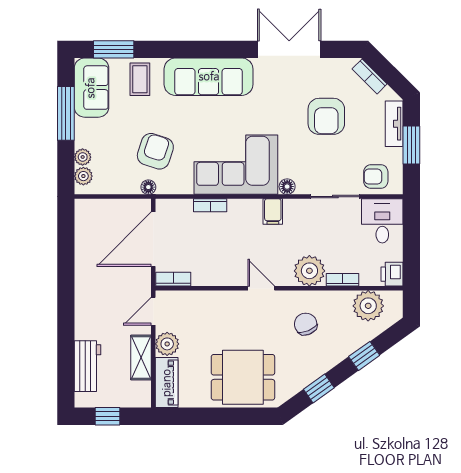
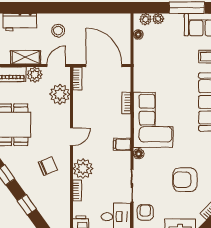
armchair: (155, 151) -> (162, 67), removed
floor lamp: (148, 187) -> (138, 34), moved
plant: (368, 306) -> (60, 94), moved
stool: (101, 308) -> (58, 31), added
door: (153, 311) -> (56, 65), hinge flipped

